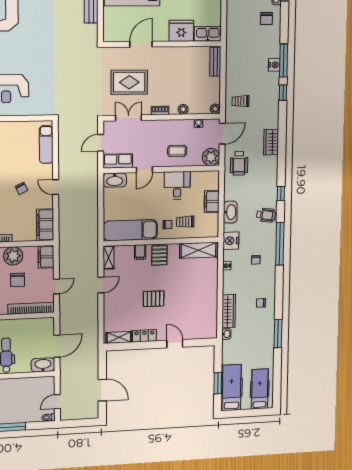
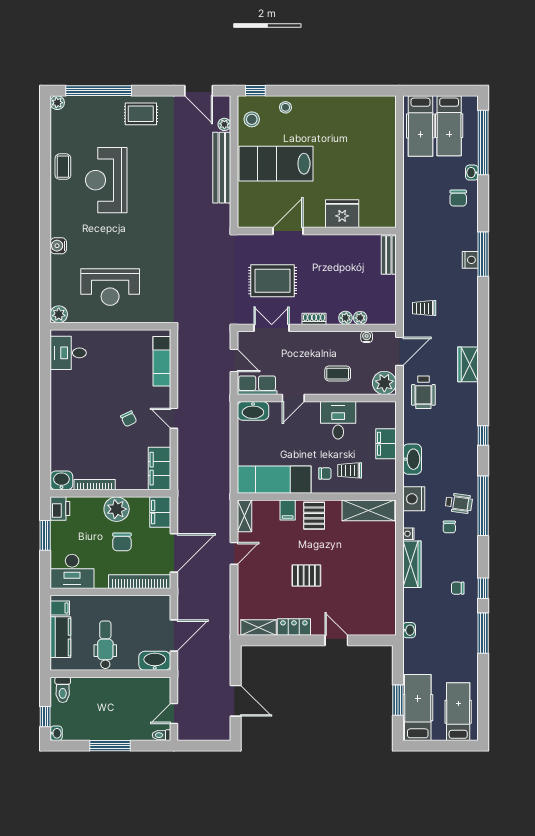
kitchen sink: (208, 34) -> (378, 218), removed
window: (283, 93) -> (483, 588), moved
plant: (215, 109) -> (360, 318), moved
door: (101, 143) -> (234, 360), swing flipped
wheelchair: (266, 215) -> (459, 503), moved
door: (56, 286) -> (174, 553), width x1.88
wardrobe: (229, 311) -> (412, 564), moved

